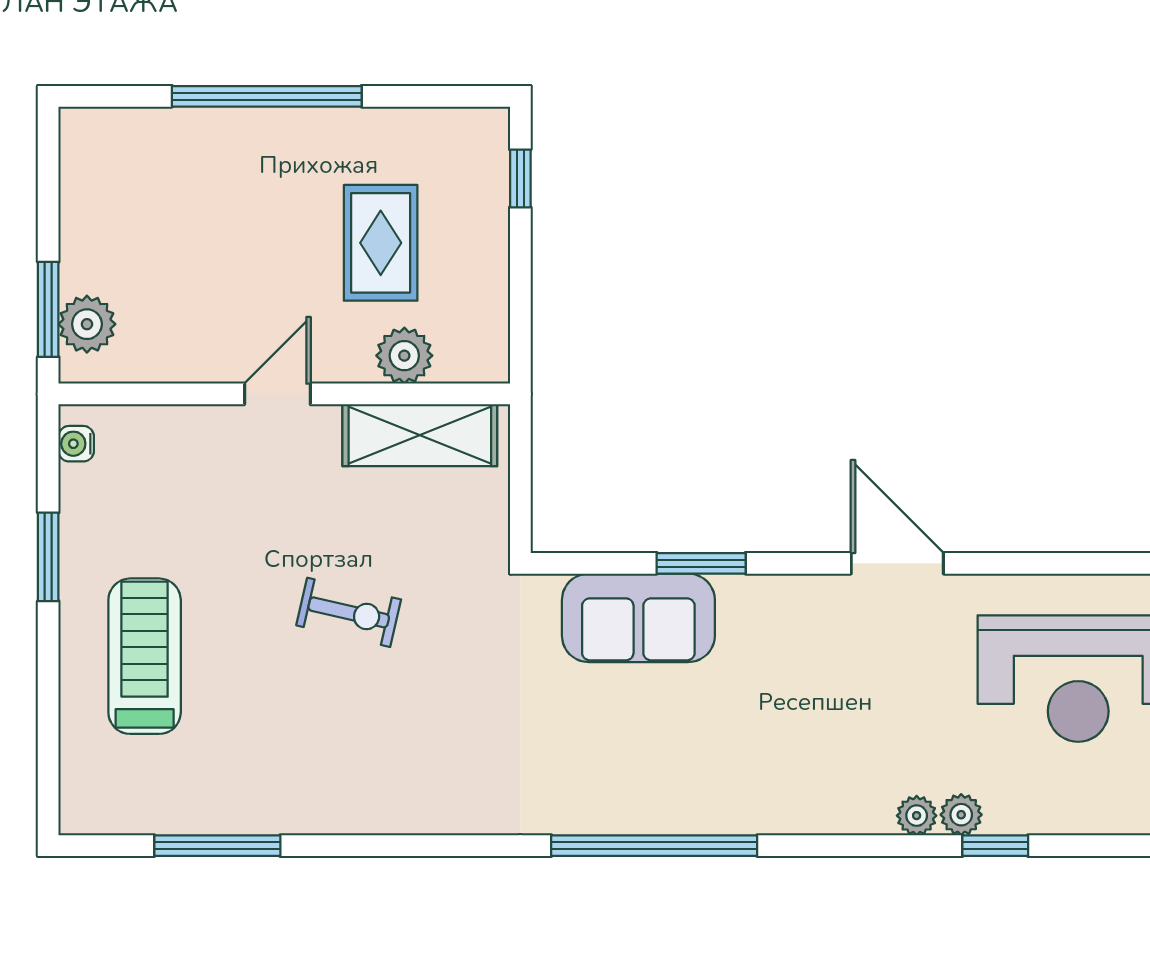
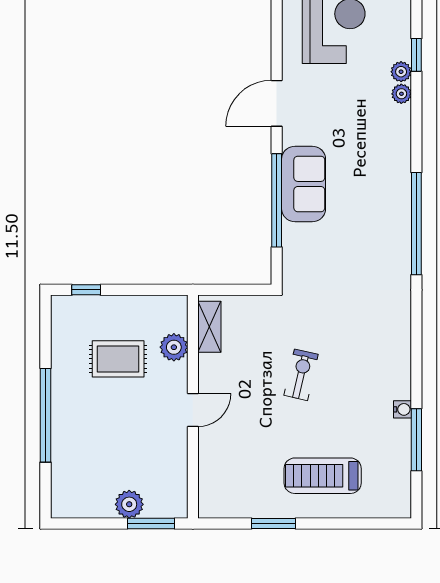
plant: (87, 324) -> (129, 504), moved
door: (277, 394) -> (193, 410), swing flipped
shelving: (420, 435) -> (209, 327), width x0.67, depth x0.75
water cooler: (76, 444) -> (402, 409), moved, turned -90
window: (701, 563) -> (277, 200), width x2.11
sofa: (638, 618) -> (304, 184), moved

